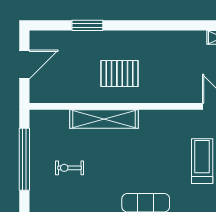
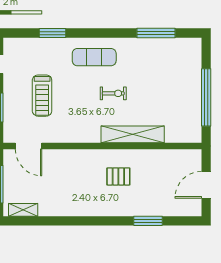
pallet: (120, 73) -> (118, 176), width x0.67, depth x0.71
exercise bike: (70, 168) -> (113, 93), moved

